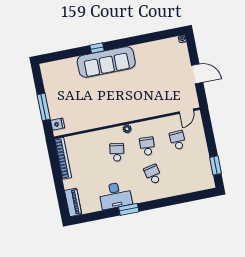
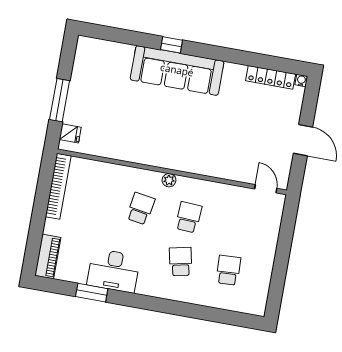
locker: (163, 44) -> (271, 77), added
door: (186, 111) -> (266, 189), swing flipped
school desk: (178, 140) -> (228, 270), moved
window: (215, 165) -> (277, 285), removed
window: (129, 209) -> (92, 293), moved

